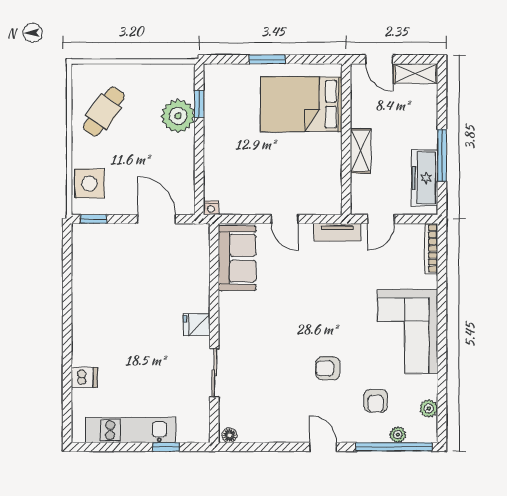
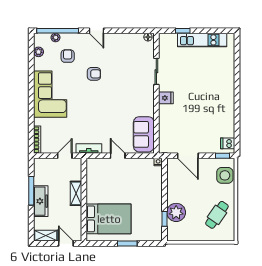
freezer: (425, 178) -> (41, 201), moved
dishwasher: (84, 377) -> (228, 143), moved

